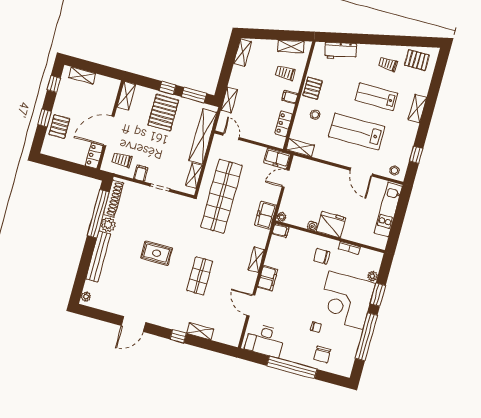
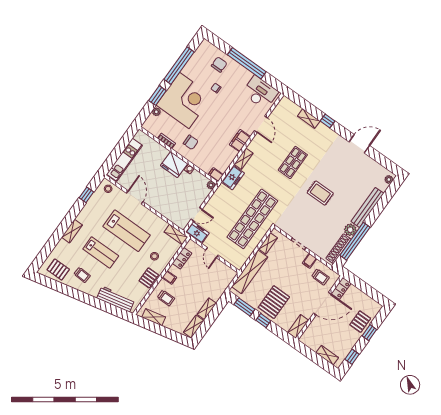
workbench: (341, 51) -> (116, 299), width x1.38
shelving: (229, 100) -> (207, 309), moved
door: (231, 136) -> (212, 253), moved
freezer: (266, 215) -> (233, 178), moved

